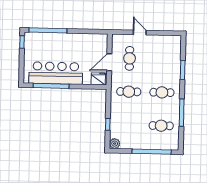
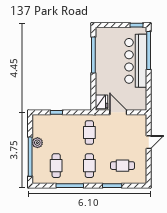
cafe table: (130, 58) -> (123, 166), moved
bar counter: (56, 73) -> (136, 61), moved, turned 180
plant: (115, 144) -> (37, 143), moved

